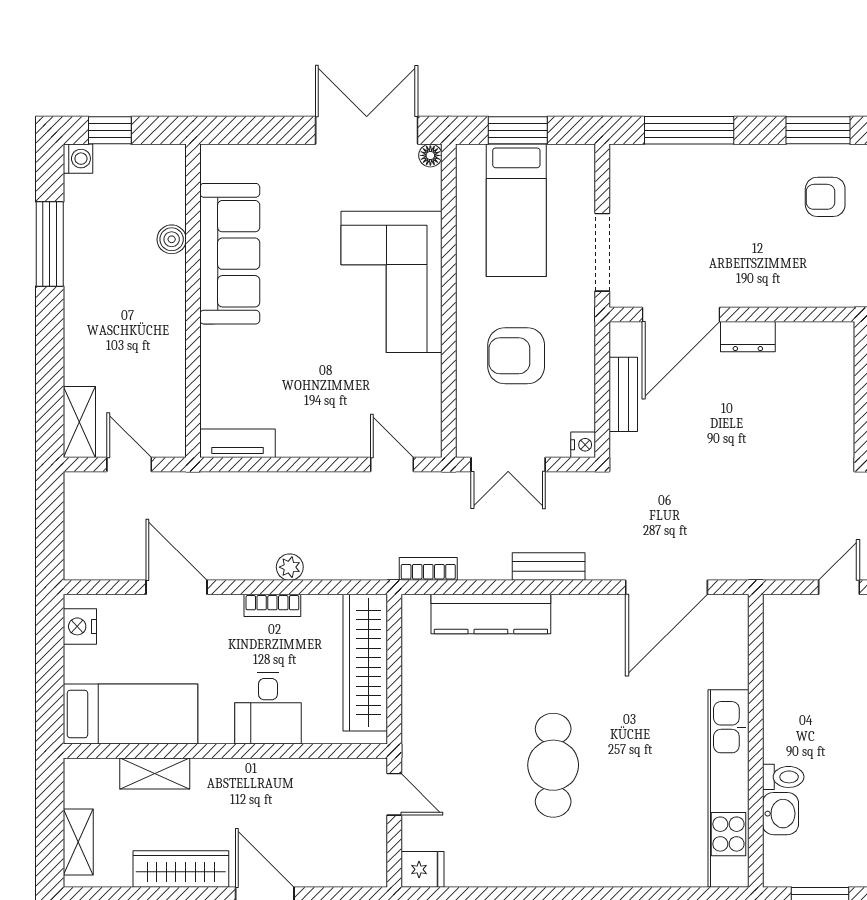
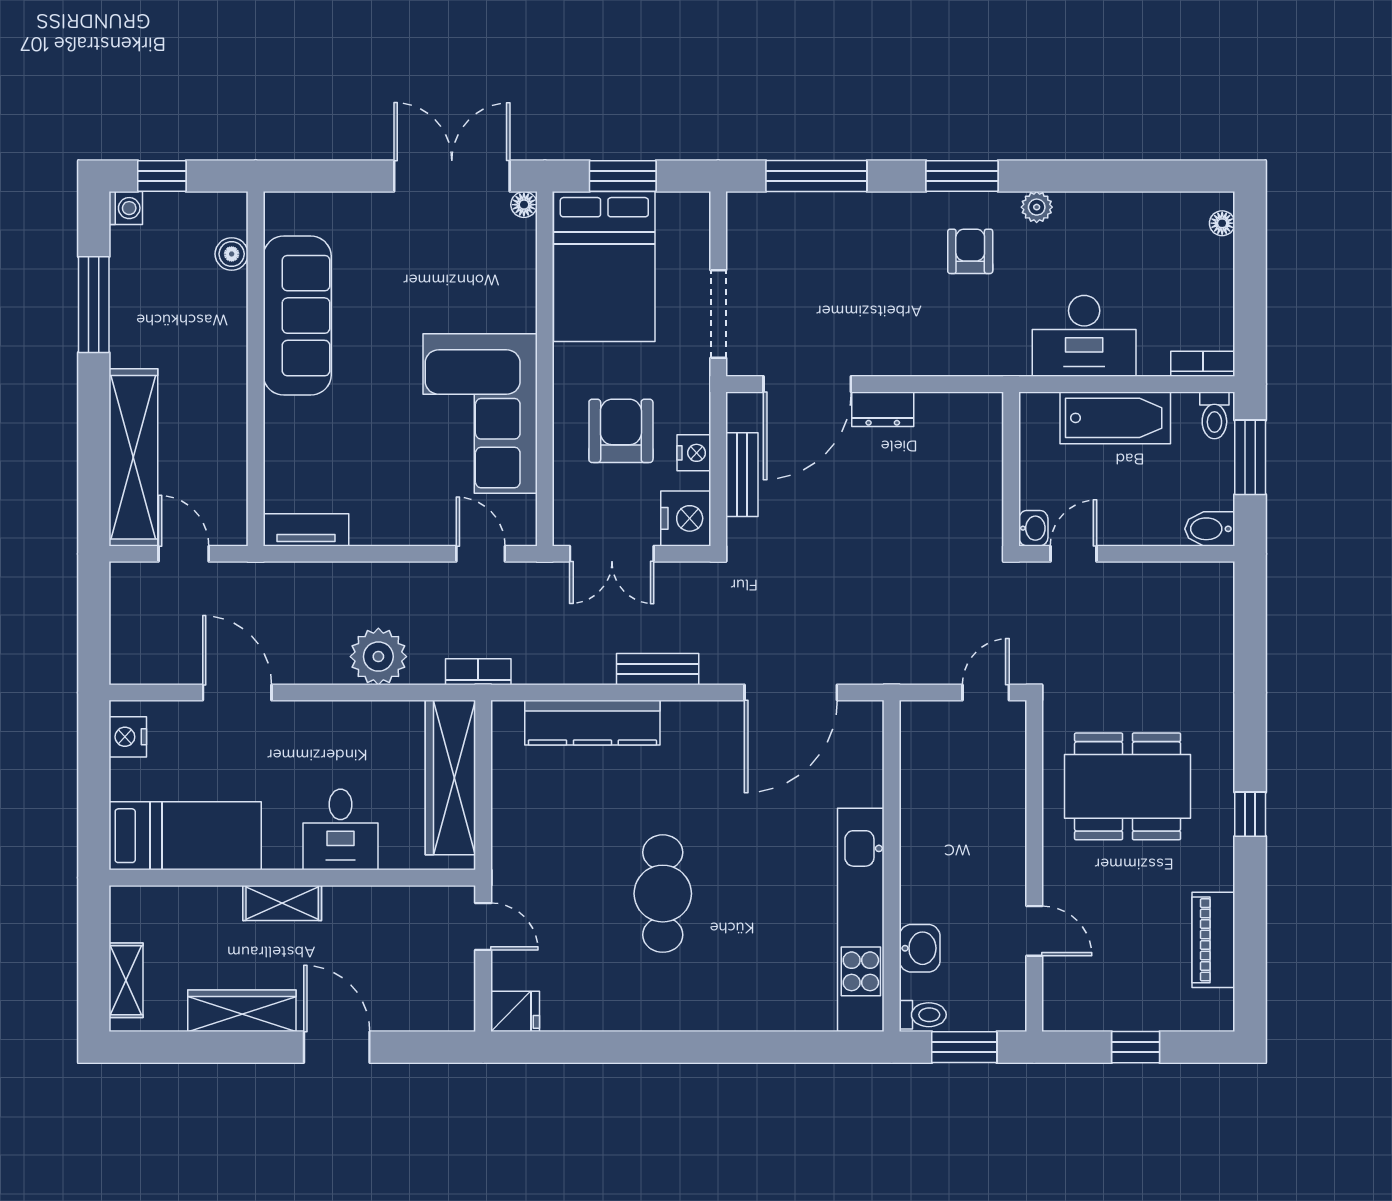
armchair: (825, 197) -> (970, 251), turned 90
bed: (516, 210) -> (604, 267), width x1.50
boiler: (172, 239) -> (232, 254), moved
corner sofa: (391, 282) -> (480, 414), moved
armchair: (516, 356) -> (621, 431), turned 90
nightstand: (581, 375) -> (694, 453), added
shelving: (79, 422) -> (133, 457), width x2.20, depth x1.33
nightstand: (583, 445) -> (686, 518), width x1.89, depth x1.79
plant: (290, 567) -> (378, 657), width x1.87, depth x1.87
bookcase: (428, 569) -> (478, 672), moved
bookcase: (272, 605) -> (346, 713), removed
shelving: (155, 773) -> (282, 903), moved
toilet: (783, 777) -> (923, 1015), moved

